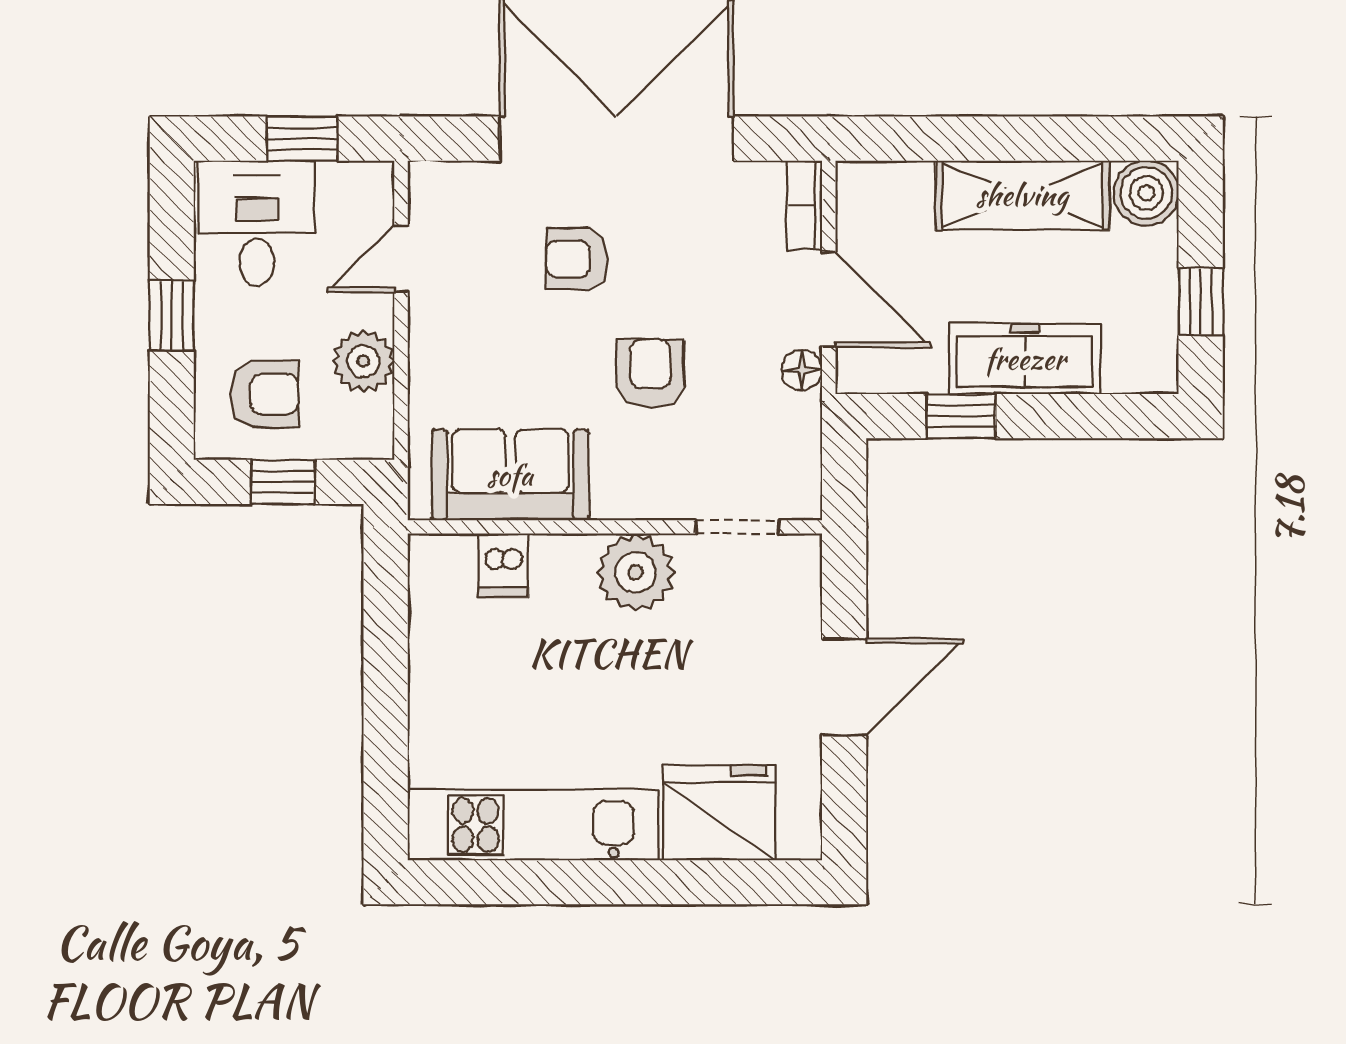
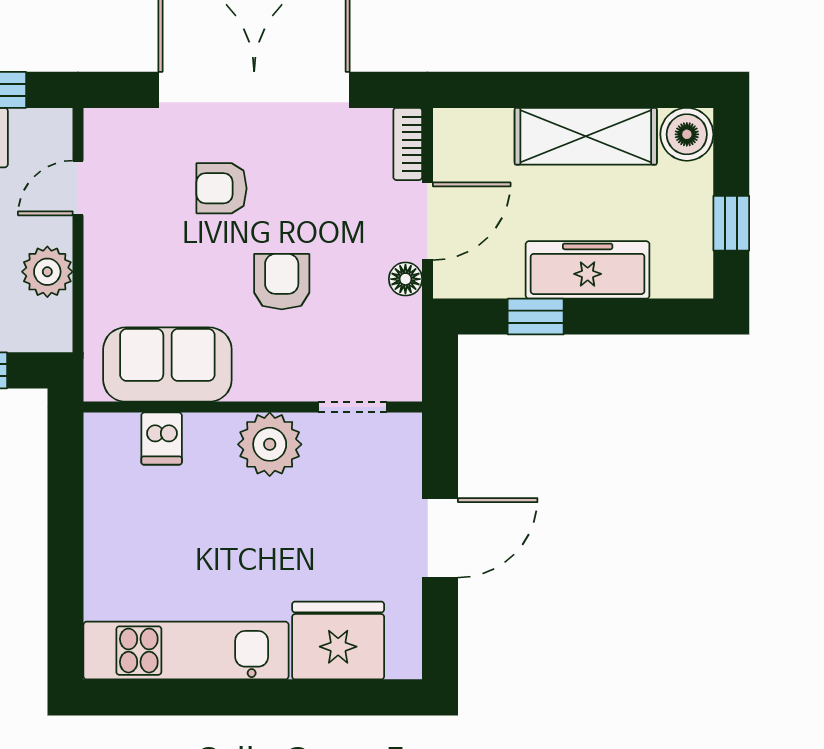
door: (829, 299) -> (428, 221), hinge flipped

